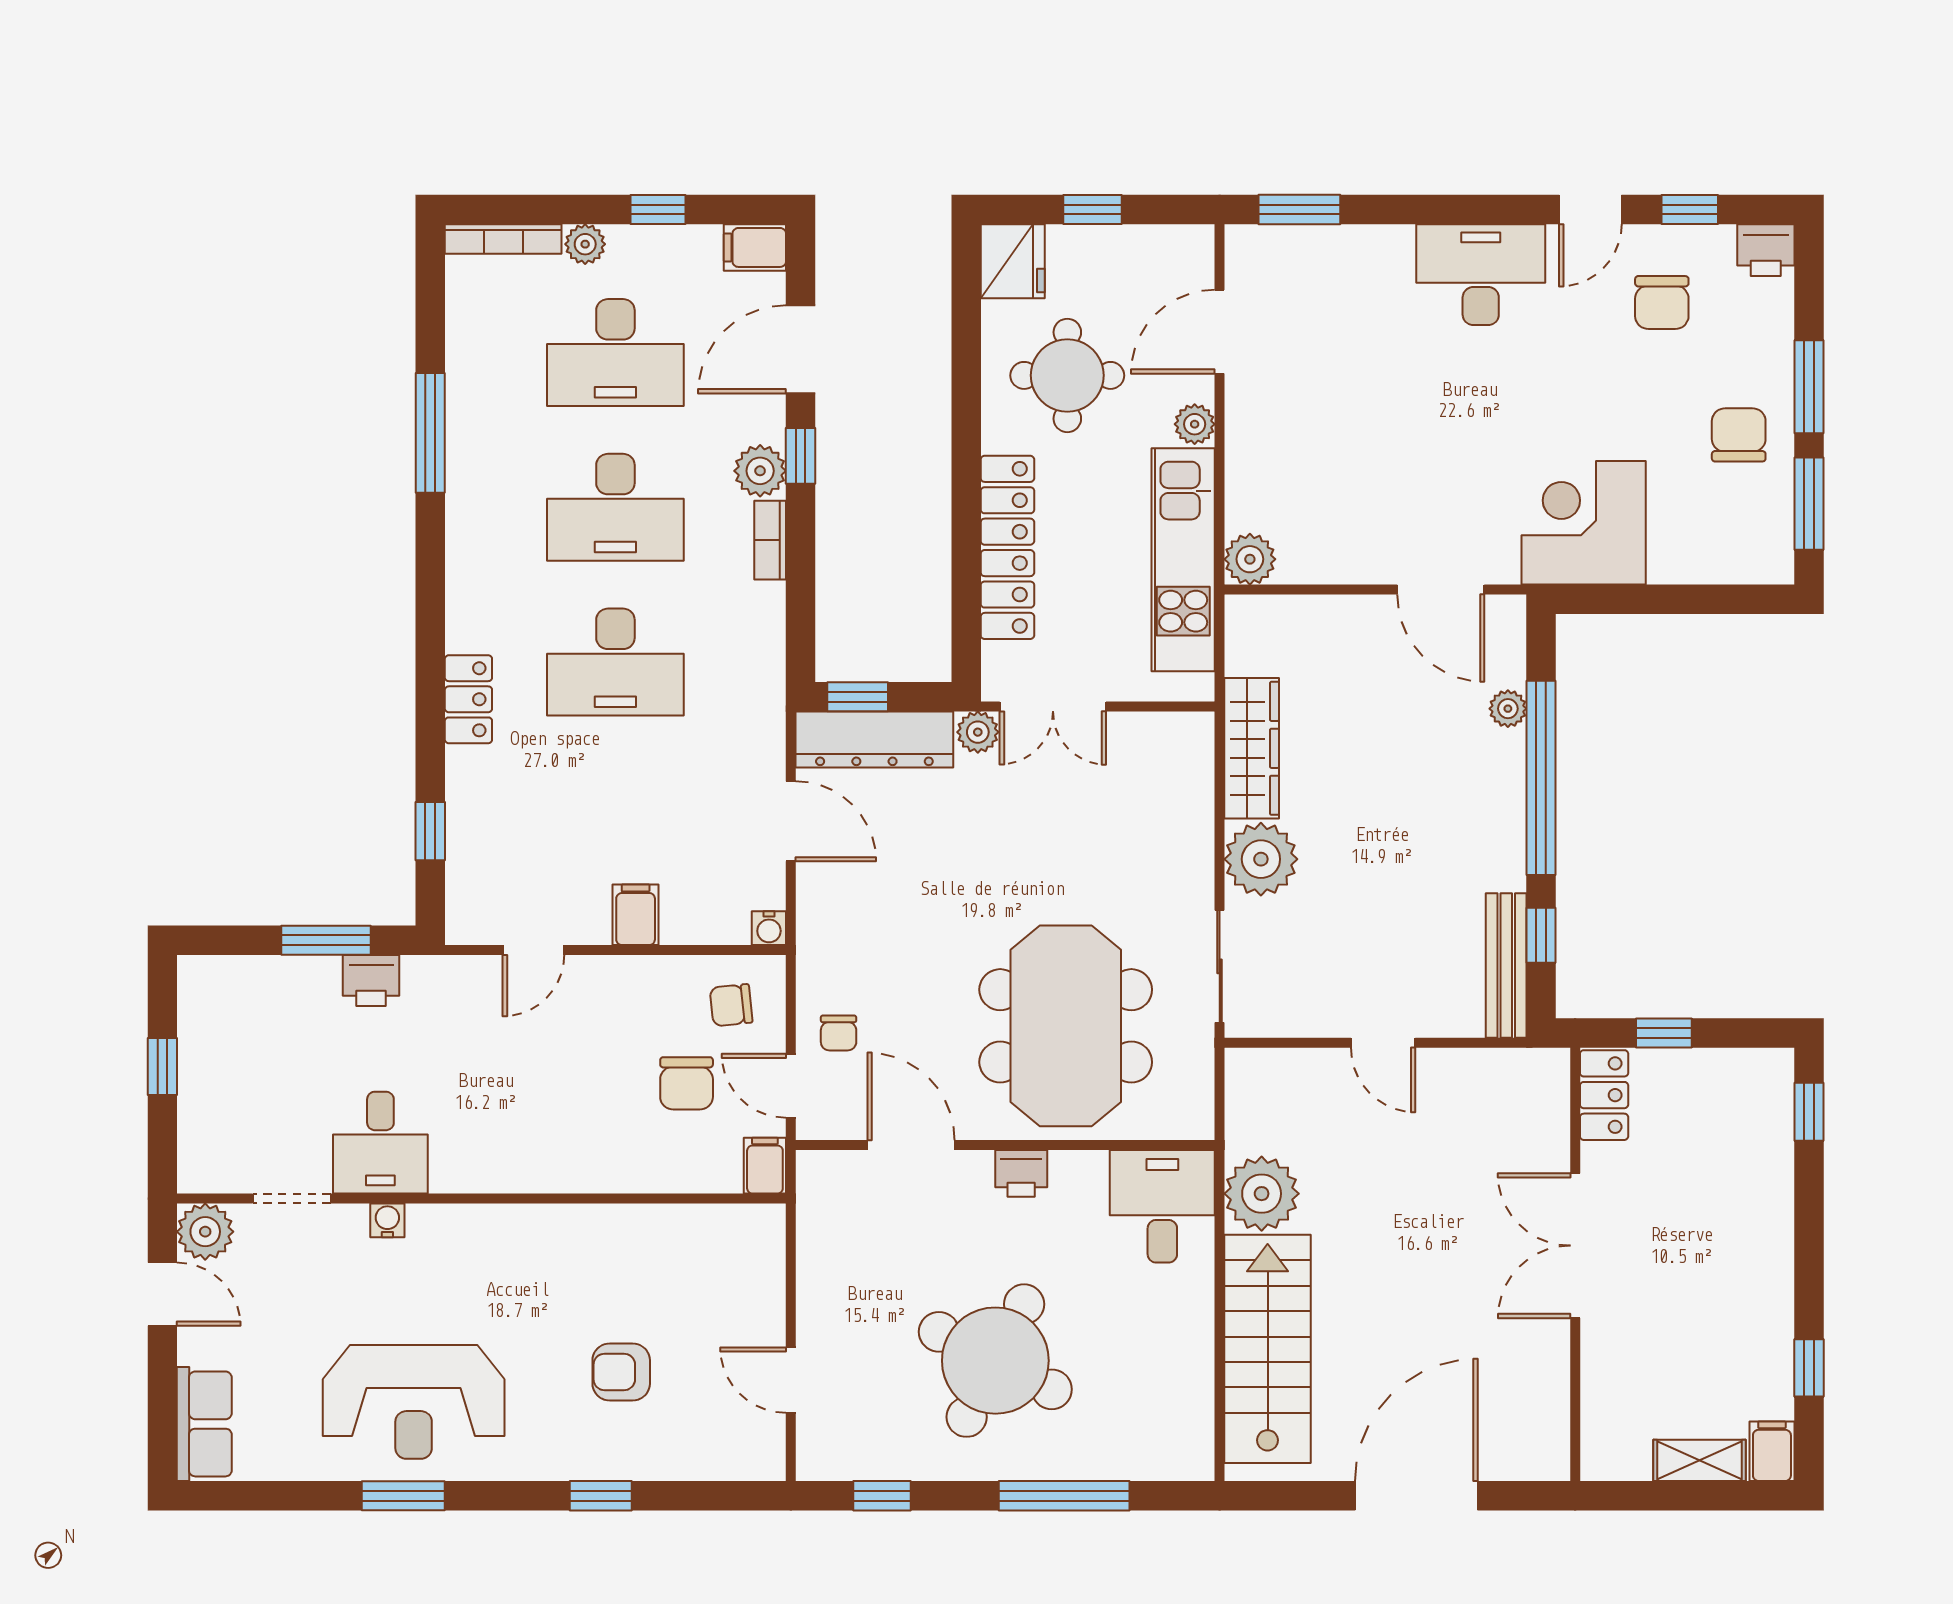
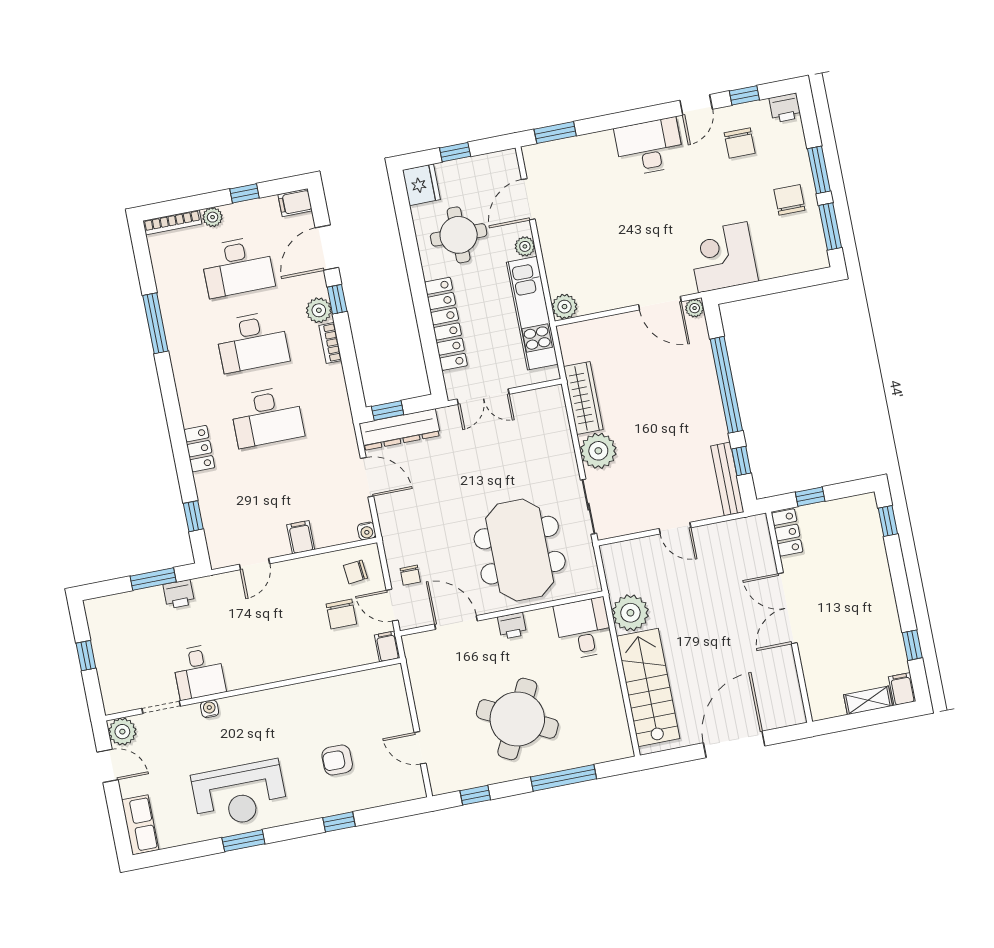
plant: (1508, 709) -> (695, 308), moved
plant: (978, 732) -> (449, 416), removed

